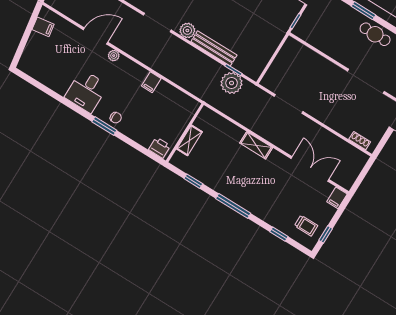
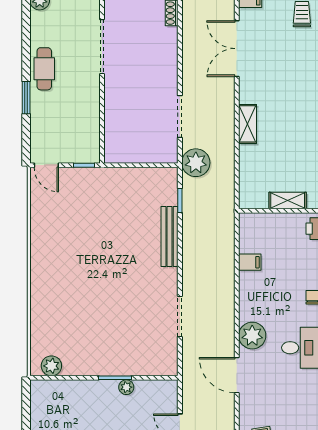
plant: (187, 30) -> (168, 278), removed
plant: (114, 56) -> (252, 336), width x1.88, depth x1.88
filing cabinet: (151, 82) -> (250, 262), moved
plant: (232, 83) -> (196, 163), moved

